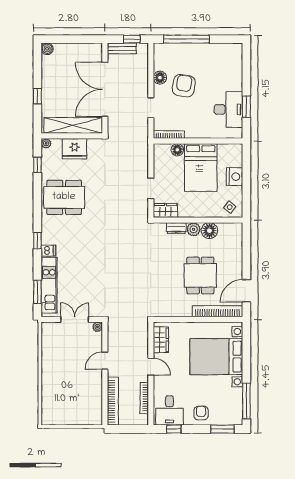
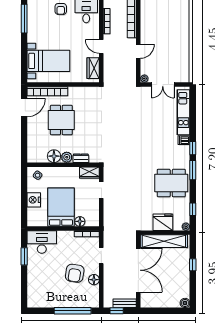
desk: (228, 109) -> (42, 242), moved, turned 90
window: (37, 292) -> (193, 170), moved
bed with nightstands: (216, 357) -> (48, 61), width x0.73

